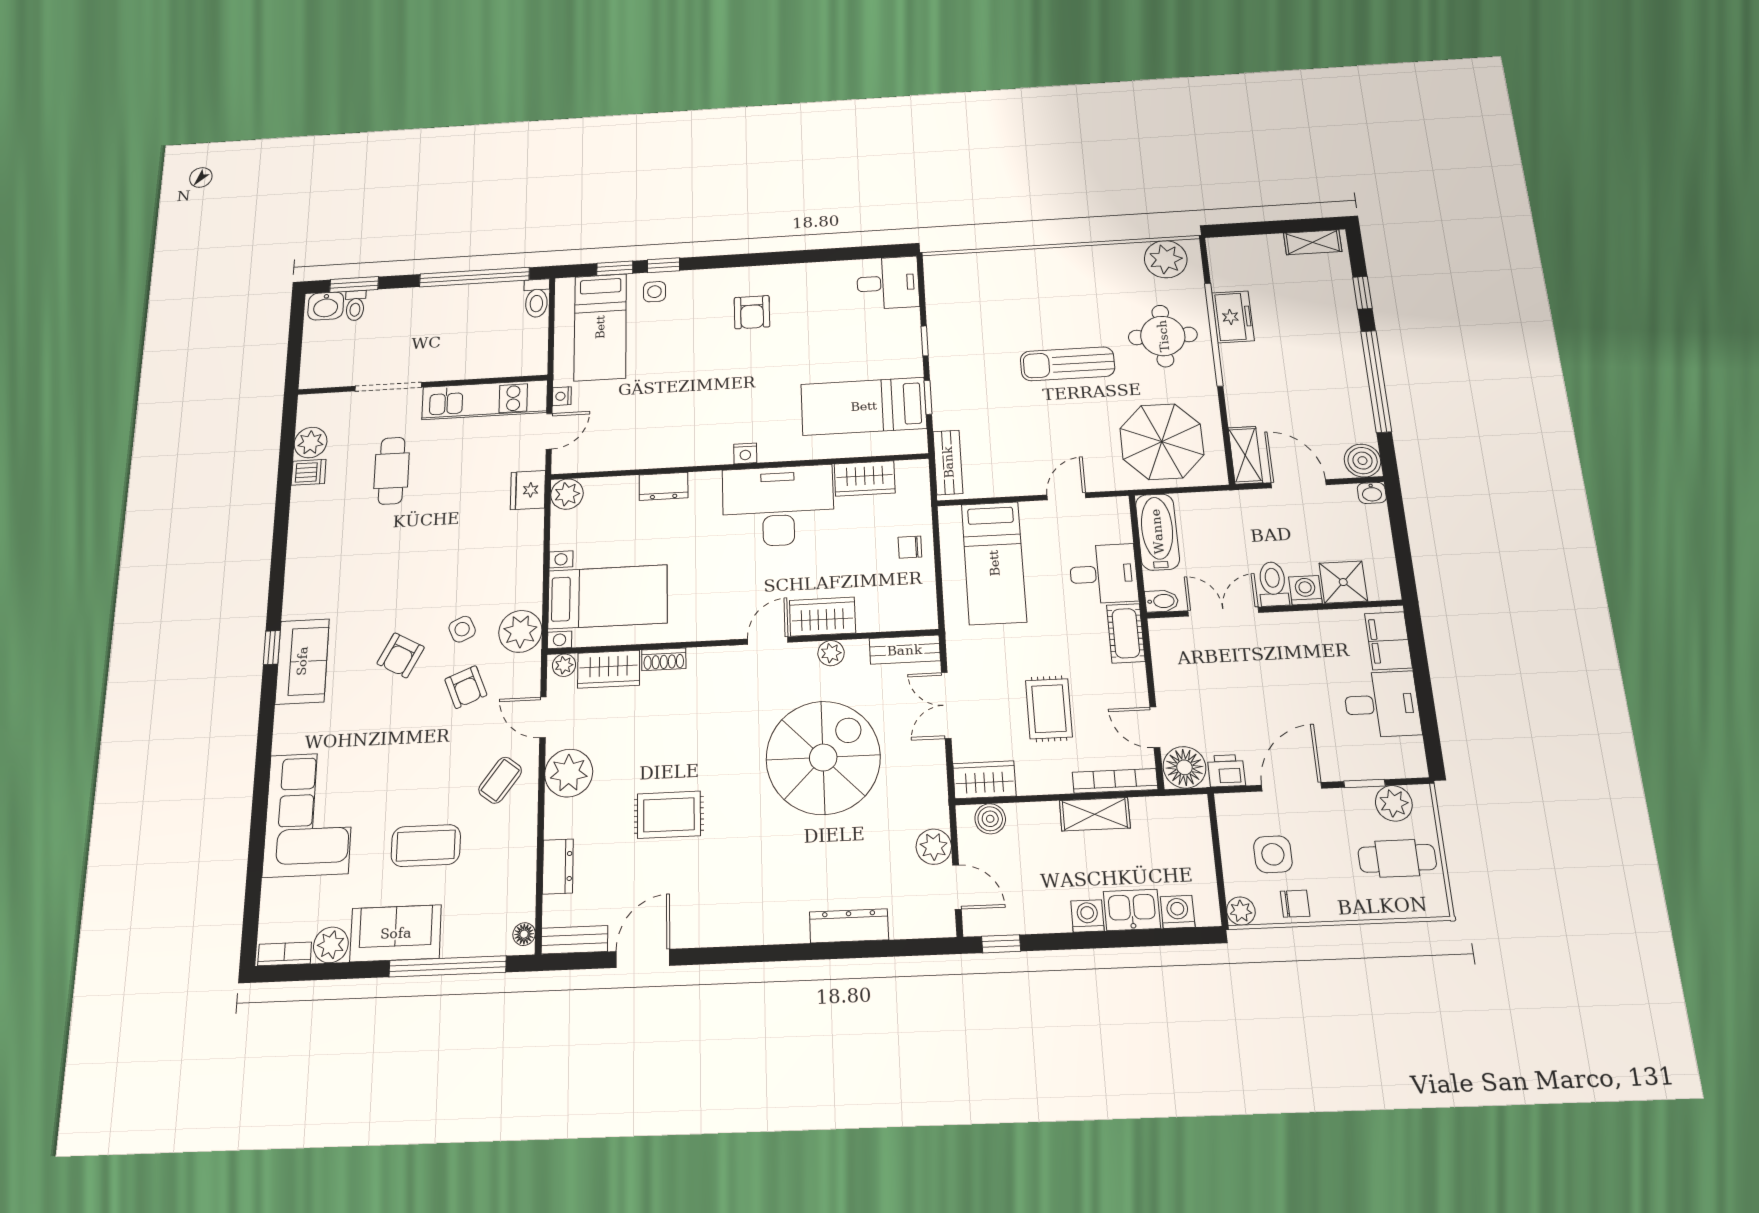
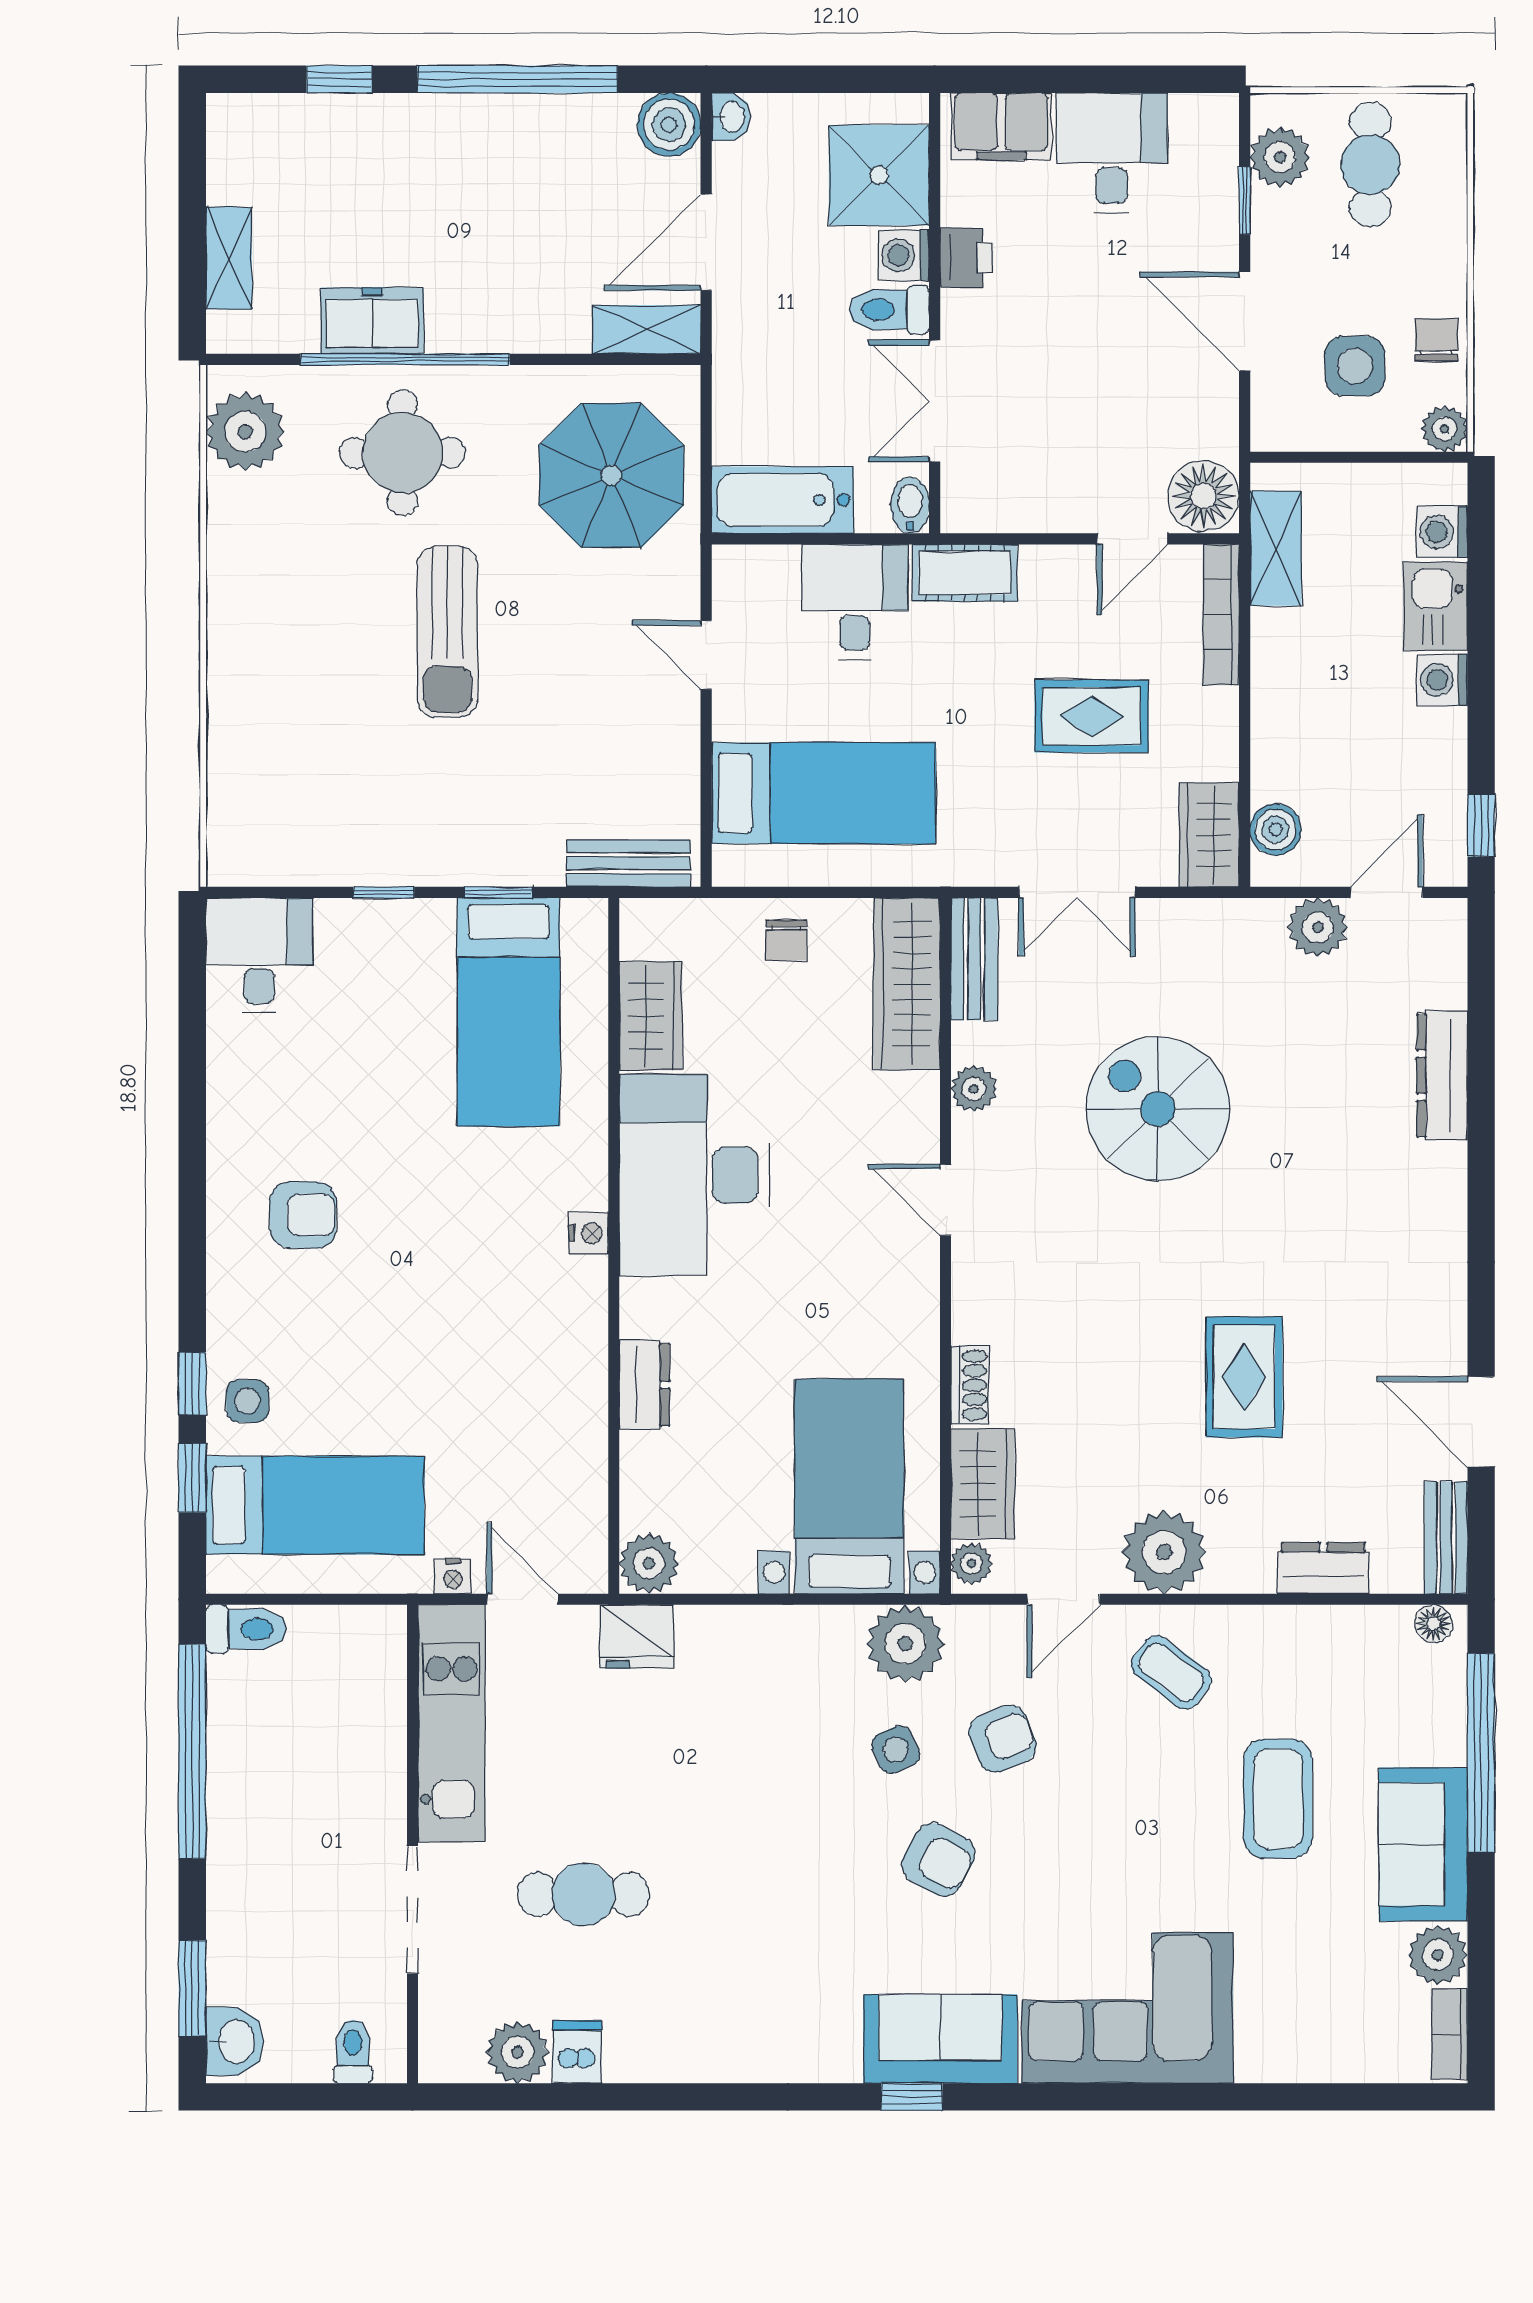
shelving: (1313, 242) -> (229, 258), moved
toilet: (355, 306) -> (353, 2051), moved, turned -90
shower: (1343, 582) -> (879, 175), width x1.36, depth x1.36
wardrobe: (822, 617) -> (907, 984), moved, width x1.50
spiral stairs: (823, 758) -> (1158, 1109), width x0.73, depth x0.73
printer: (1226, 771) -> (967, 258), moved, turned 180
corner sofa: (309, 814) -> (1127, 2008), moved
shelving: (1095, 814) -> (1276, 548), moved

